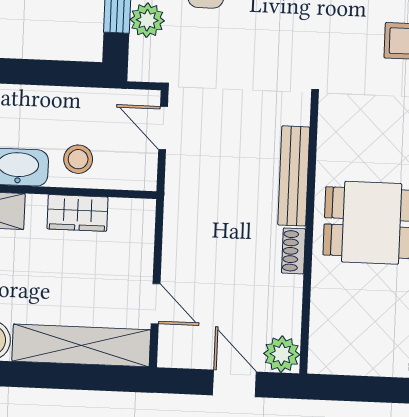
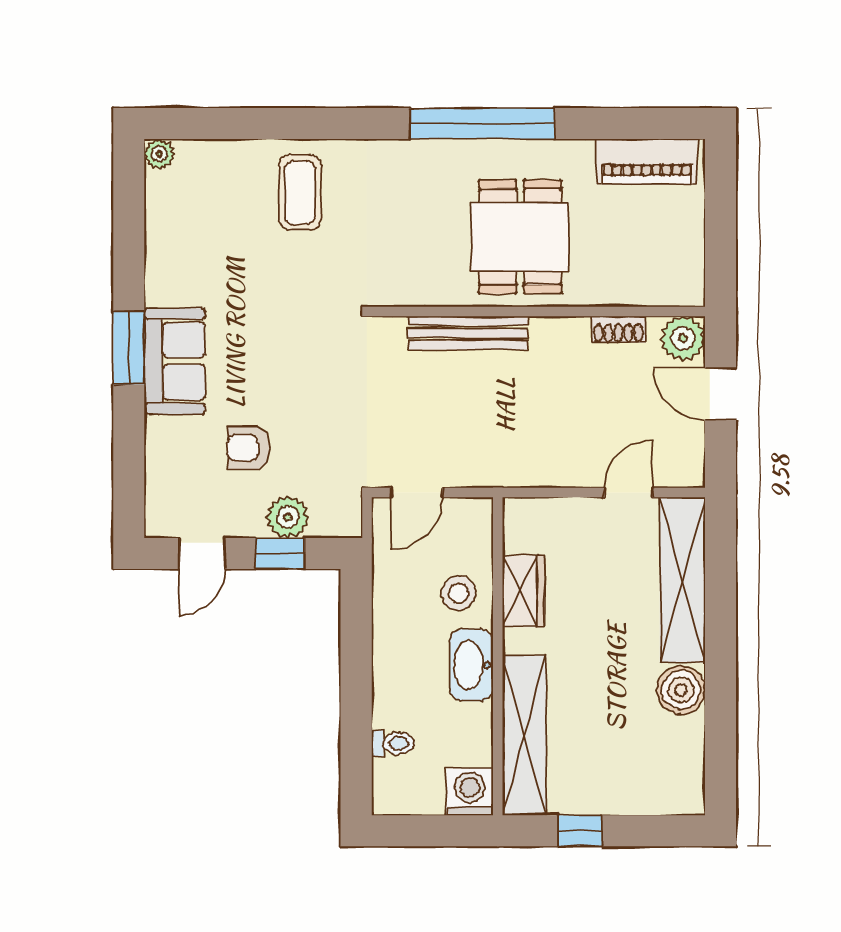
shoe rack: (293, 251) -> (618, 329), moved
door: (234, 383) -> (720, 394), hinge flipped

